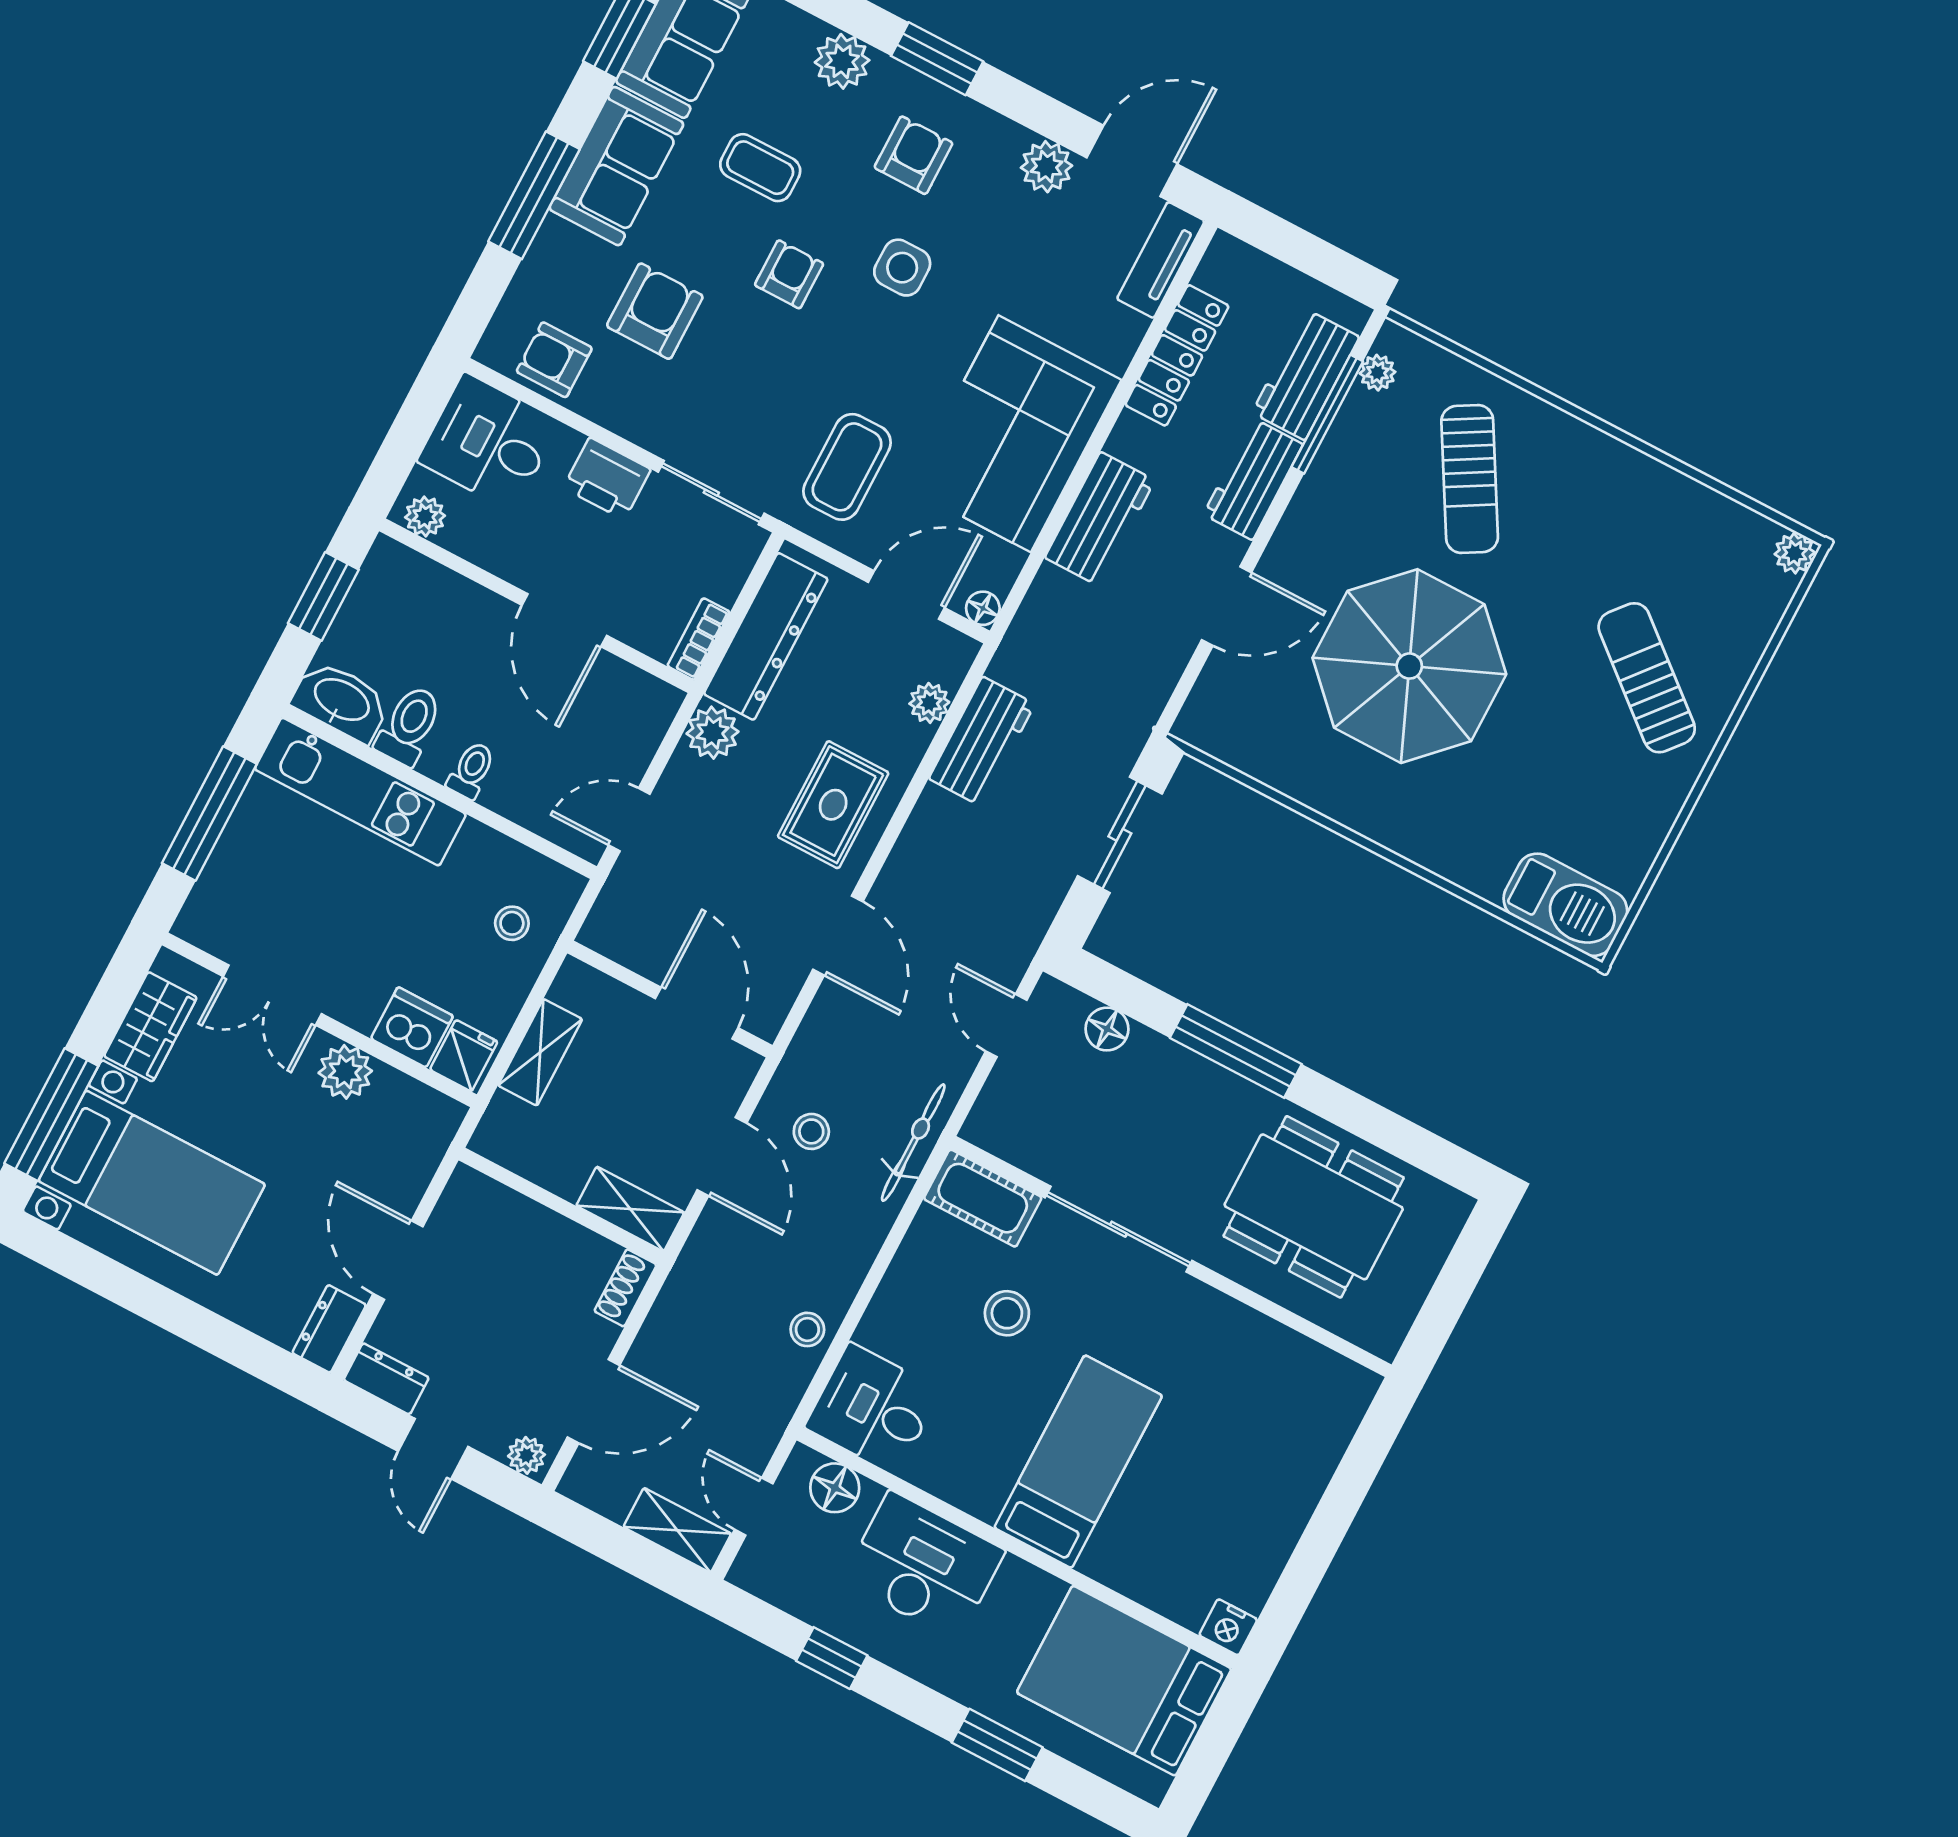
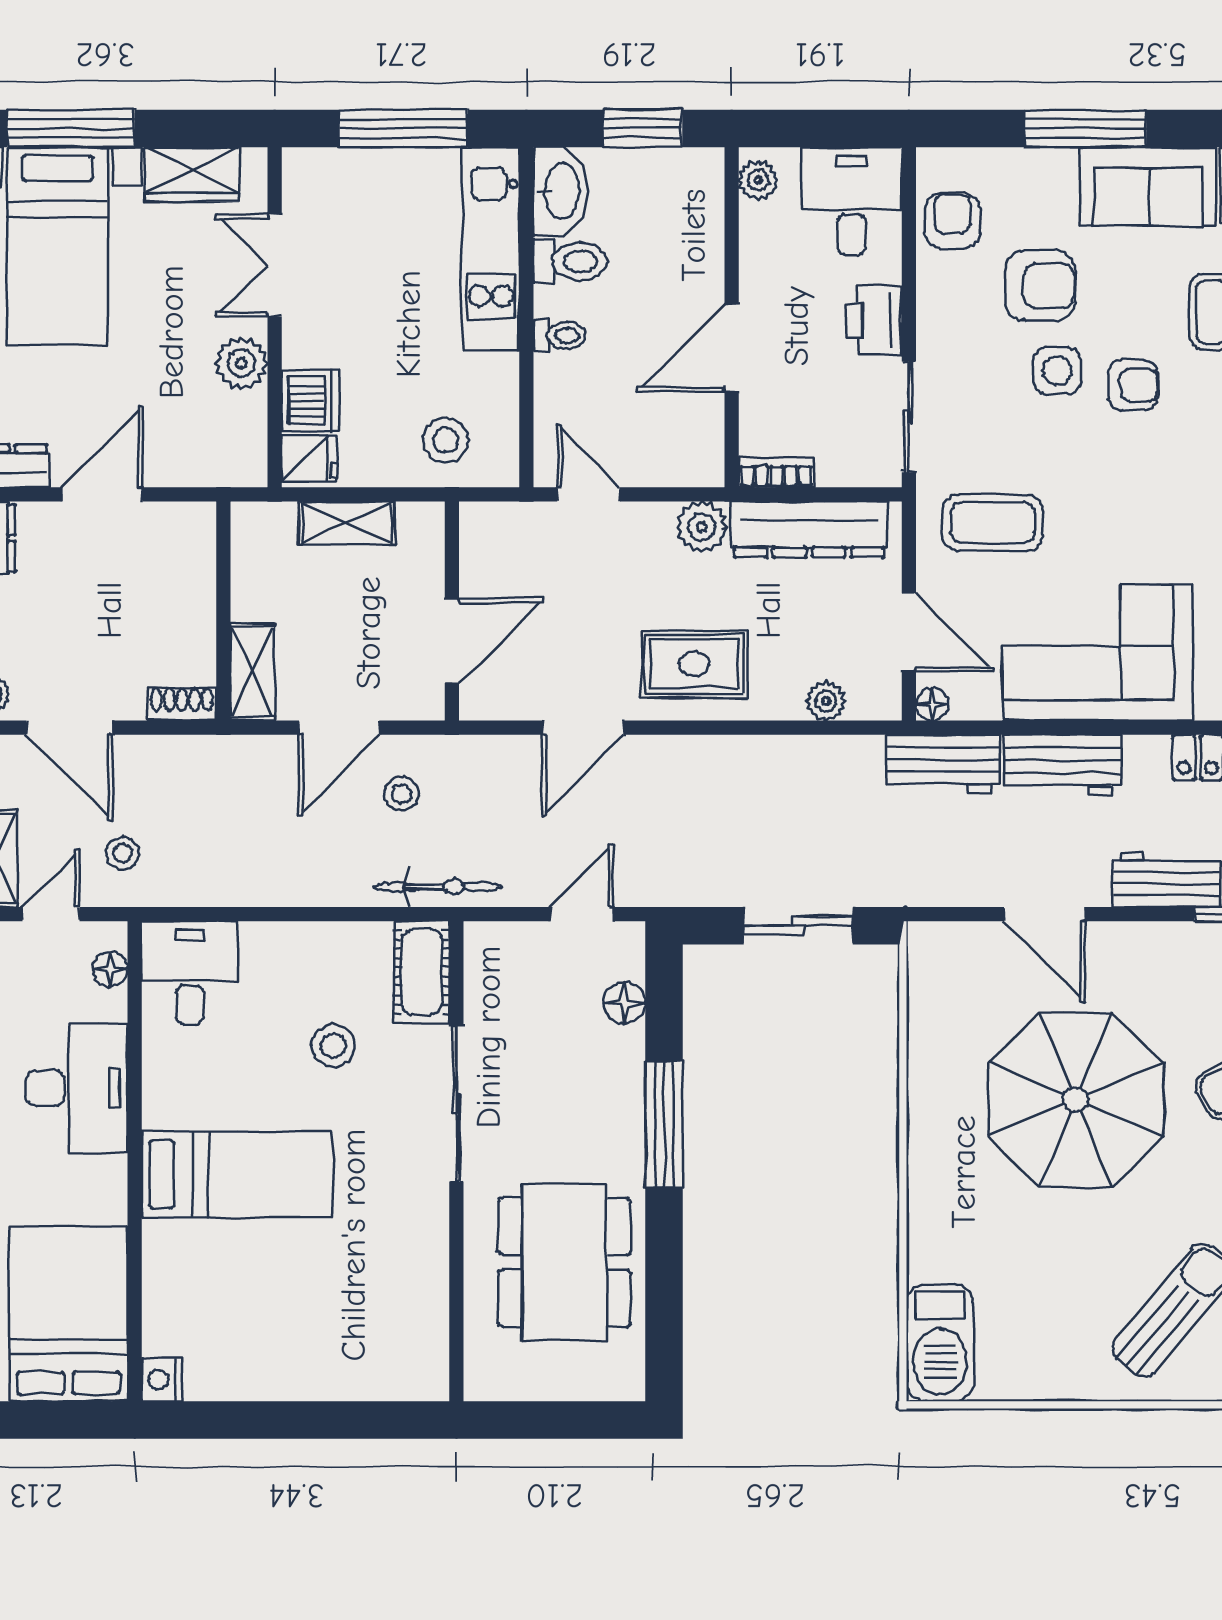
side table: (902, 268) -> (1057, 371), moved
workbench: (982, 741) -> (943, 764), moved
stool: (512, 923) -> (446, 440), width x1.37, depth x1.37
stool: (807, 1329) -> (123, 853), moved
floor lamp: (835, 1488) -> (110, 969), width x0.73, depth x0.73

